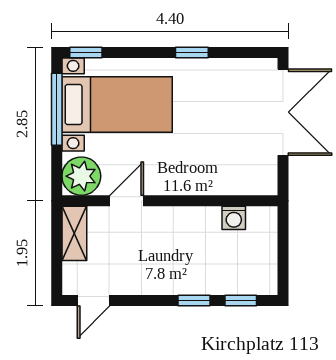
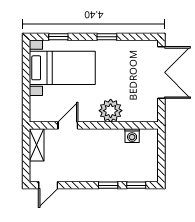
window: (86, 53) -> (58, 37), moved
window: (57, 109) -> (26, 71), removed
plant: (81, 176) -> (111, 111), moved

